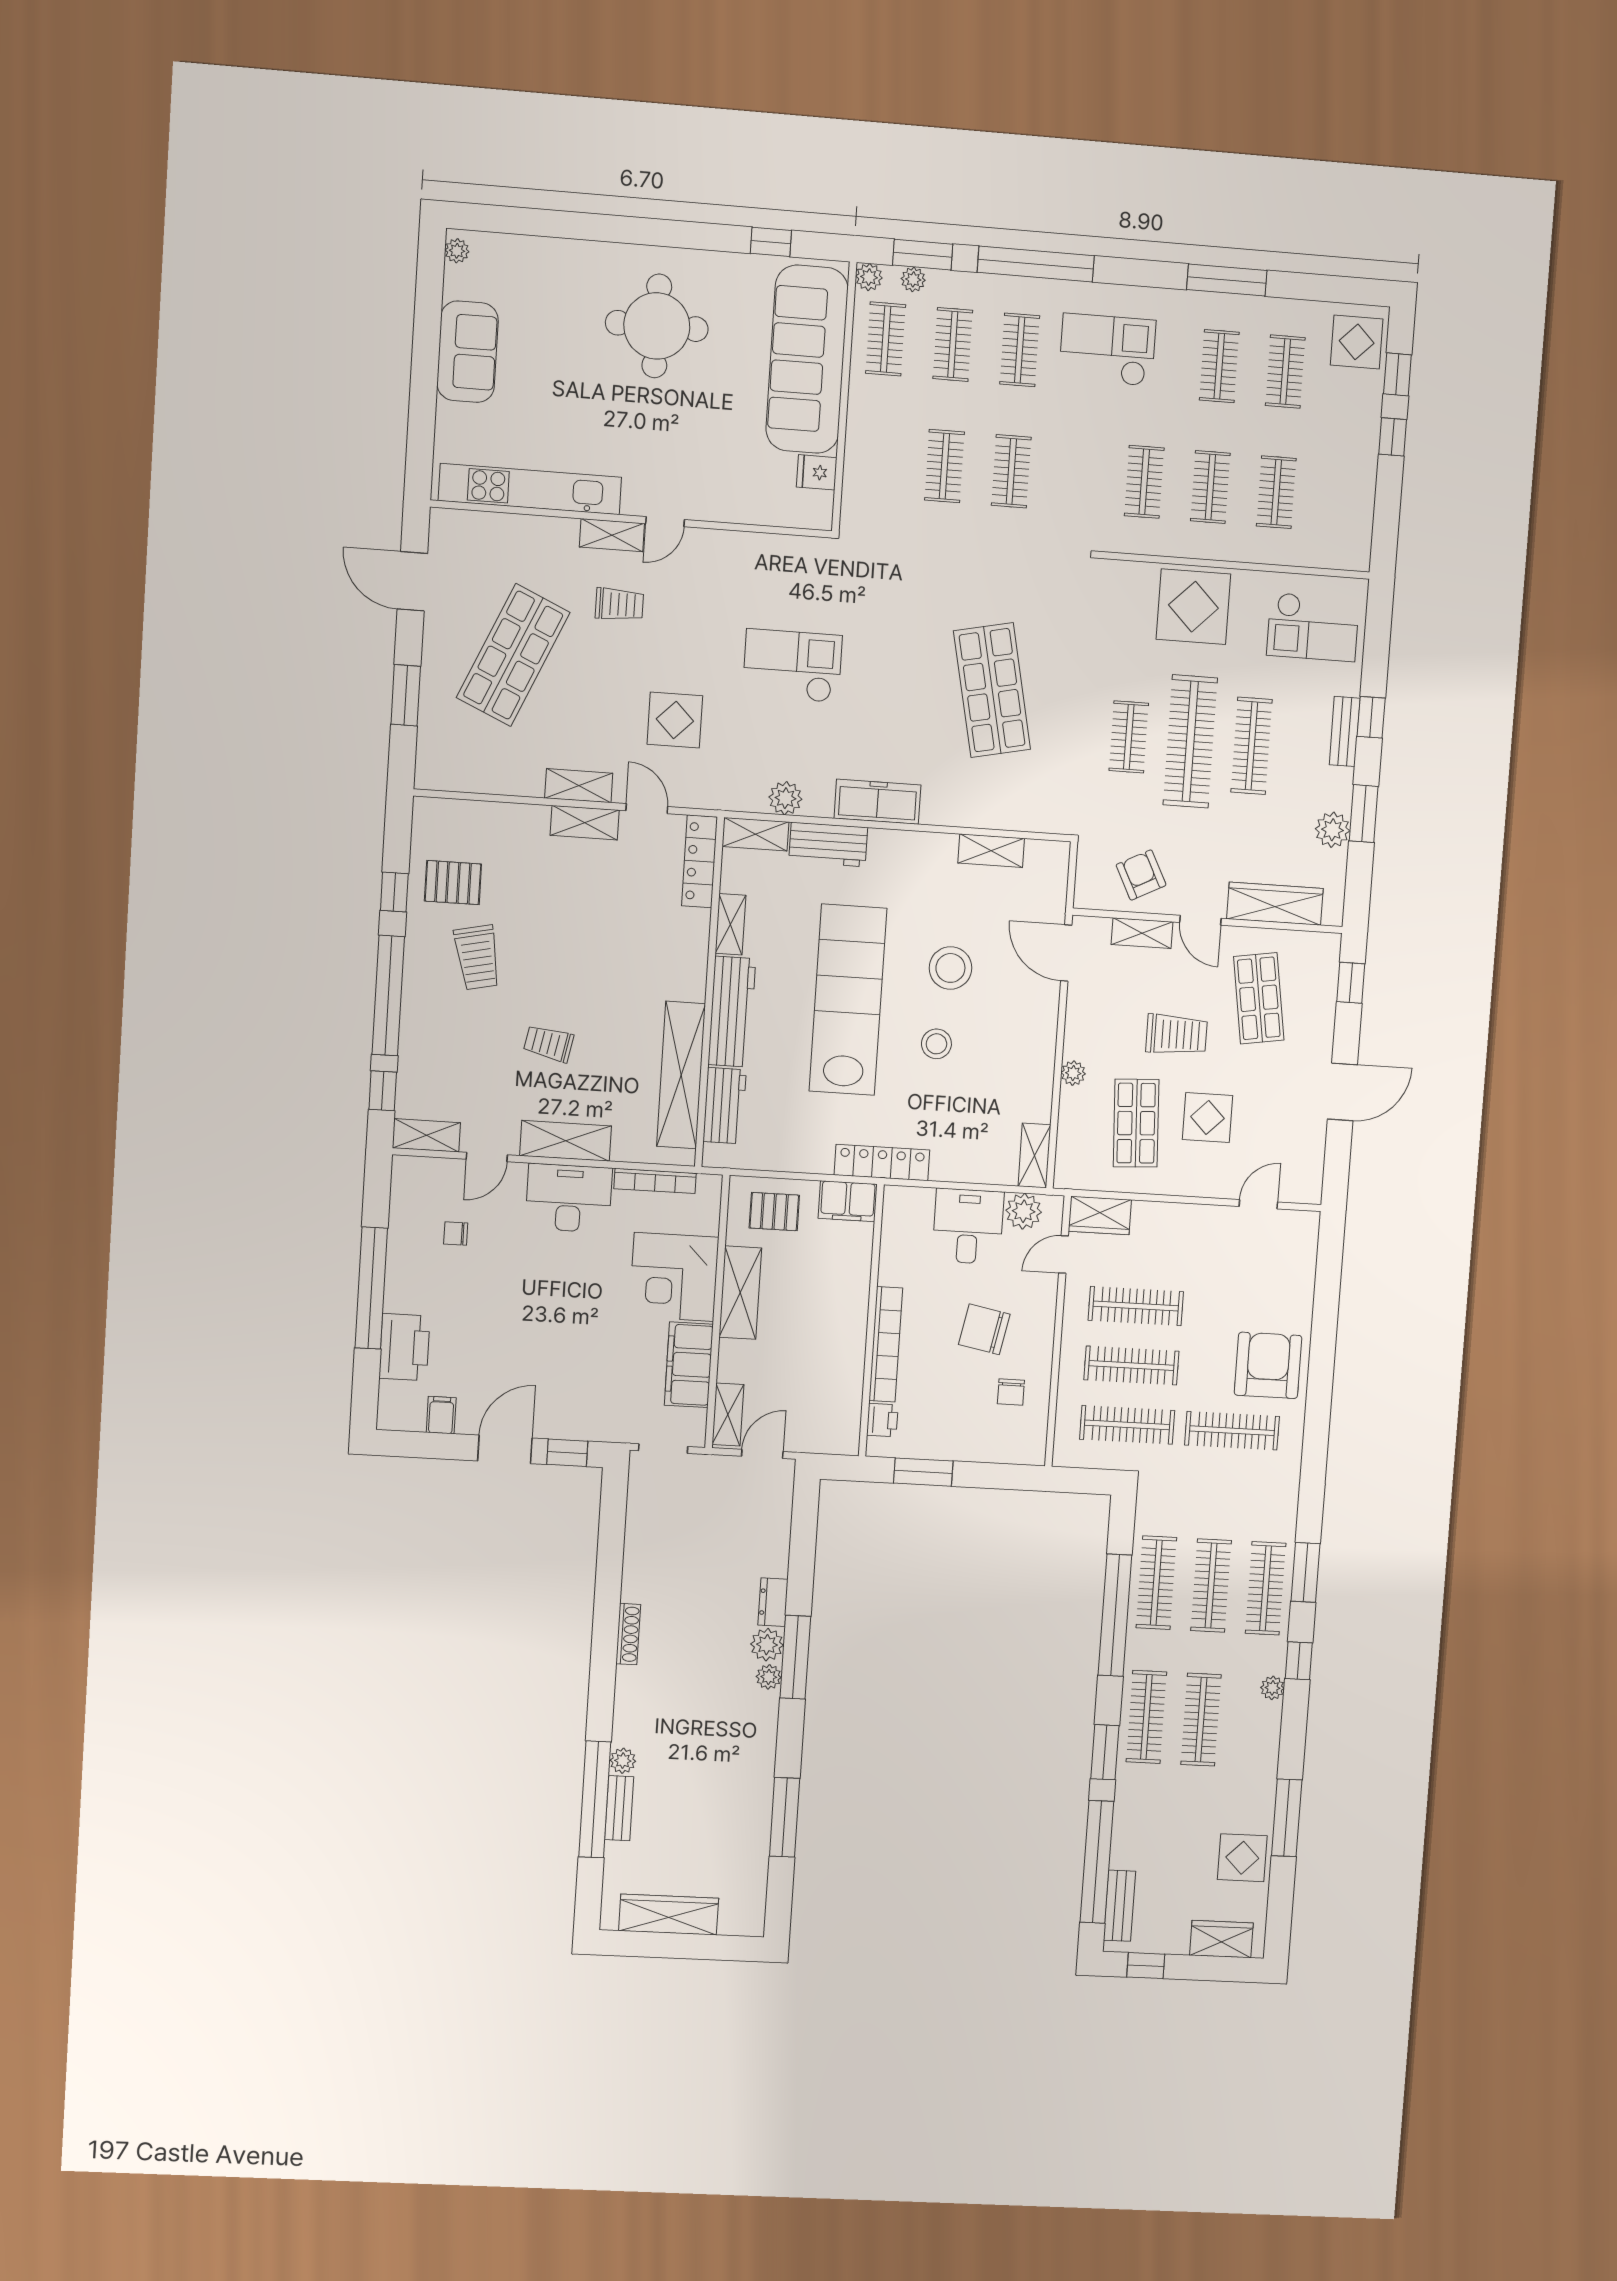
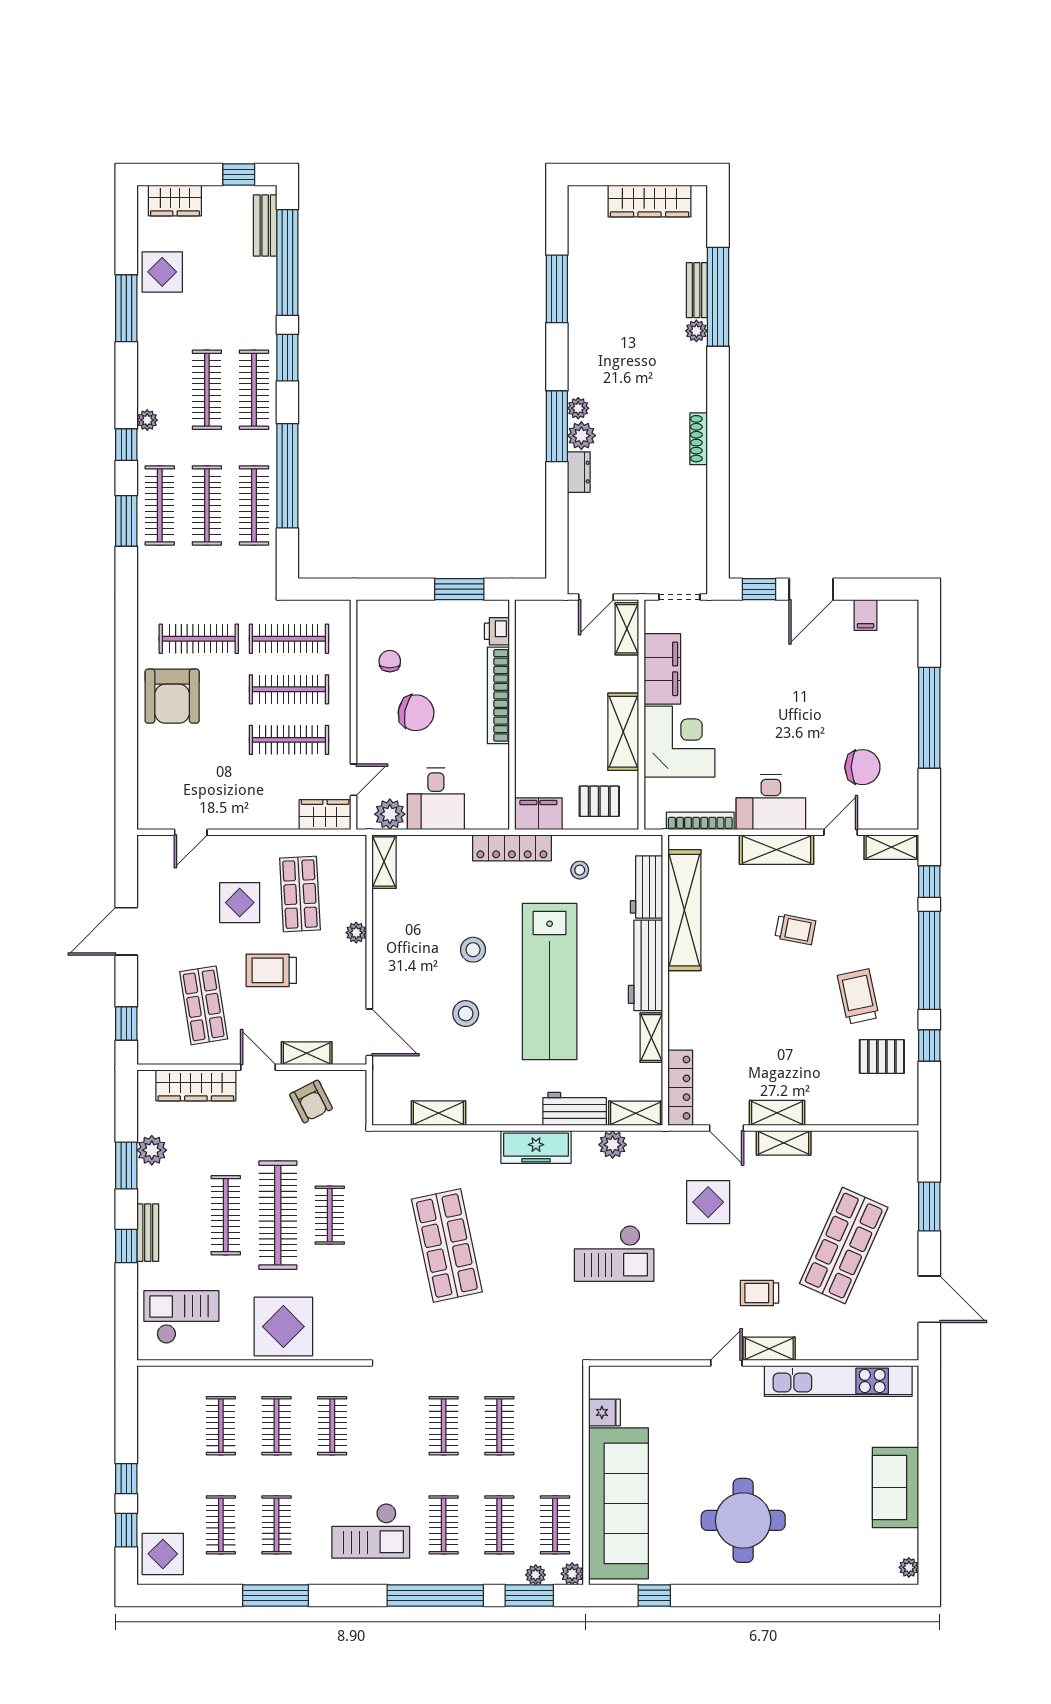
stool: (950, 968) -> (466, 1014), width x0.73, depth x0.73
stool: (803, 1131) -> (580, 870), added
chair: (456, 1234) -> (862, 767), width x1.87, depth x1.87
printer: (404, 1347) -> (899, 670), removed

